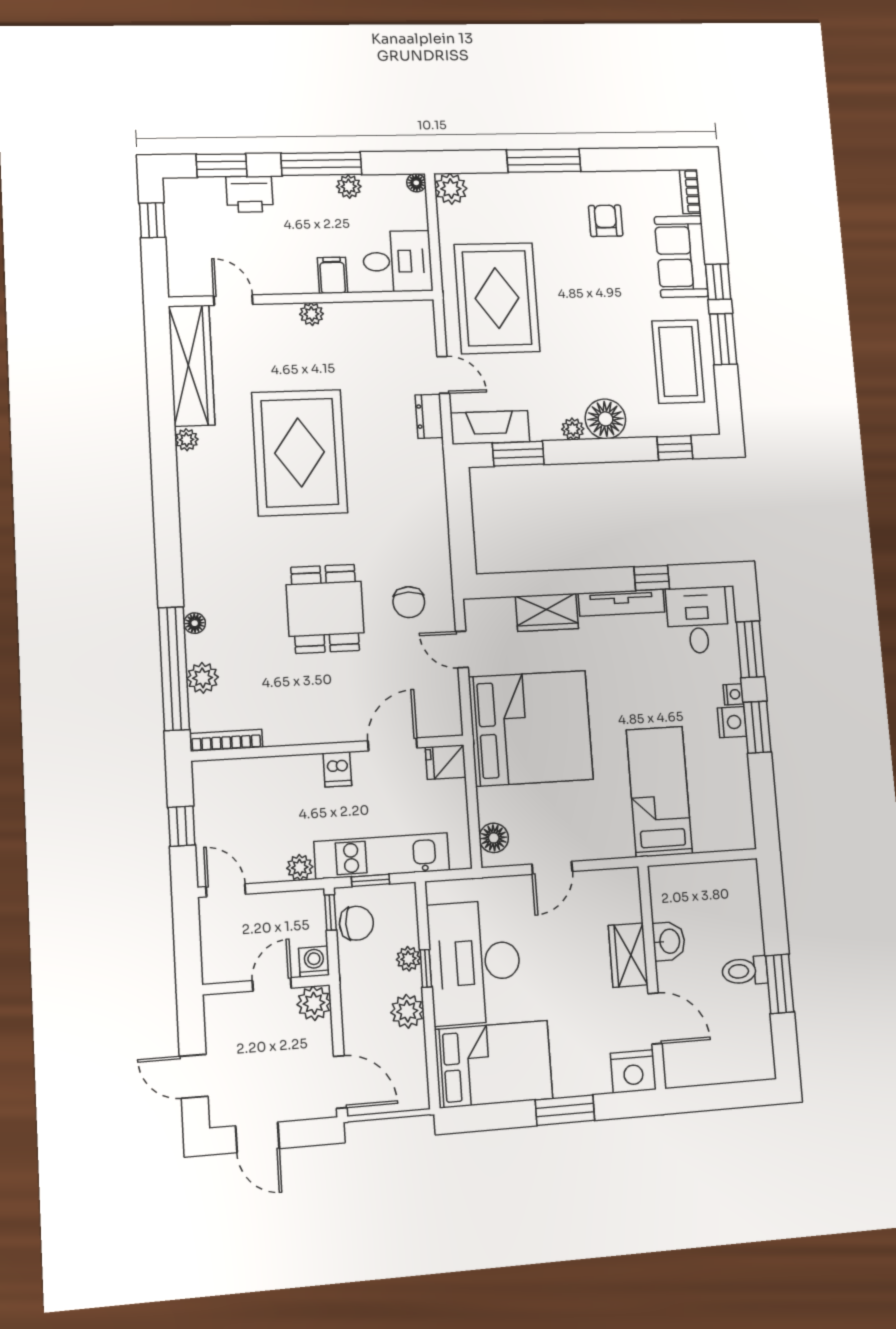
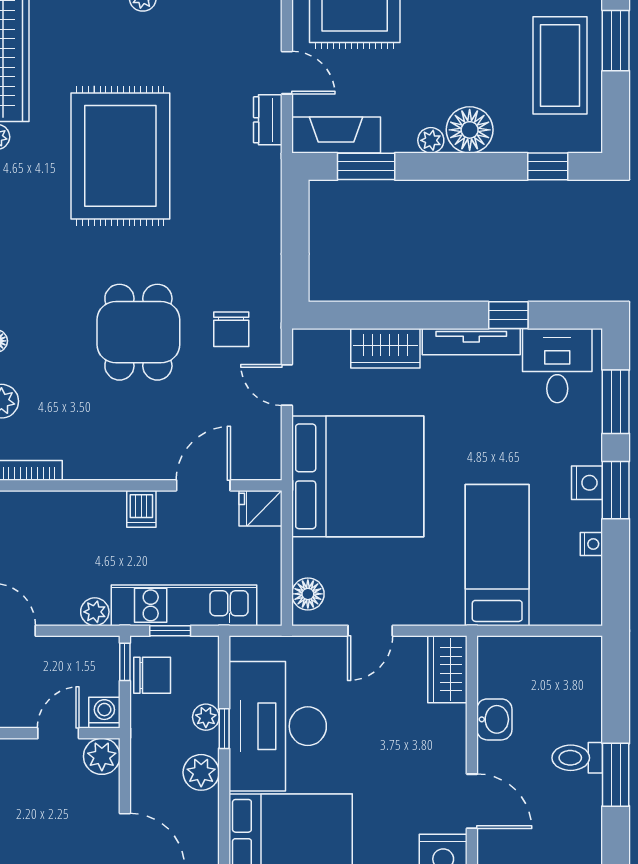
nightstand: (733, 694) -> (591, 544), moved
wardrobe: (628, 955) -> (447, 669), moved

